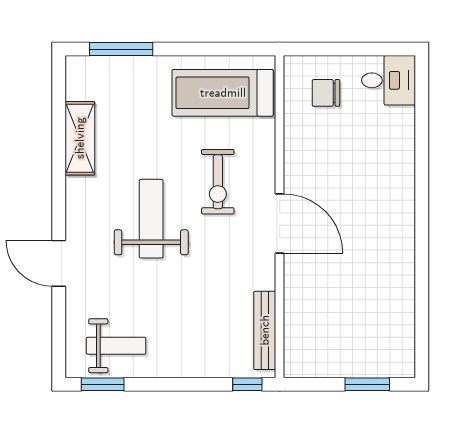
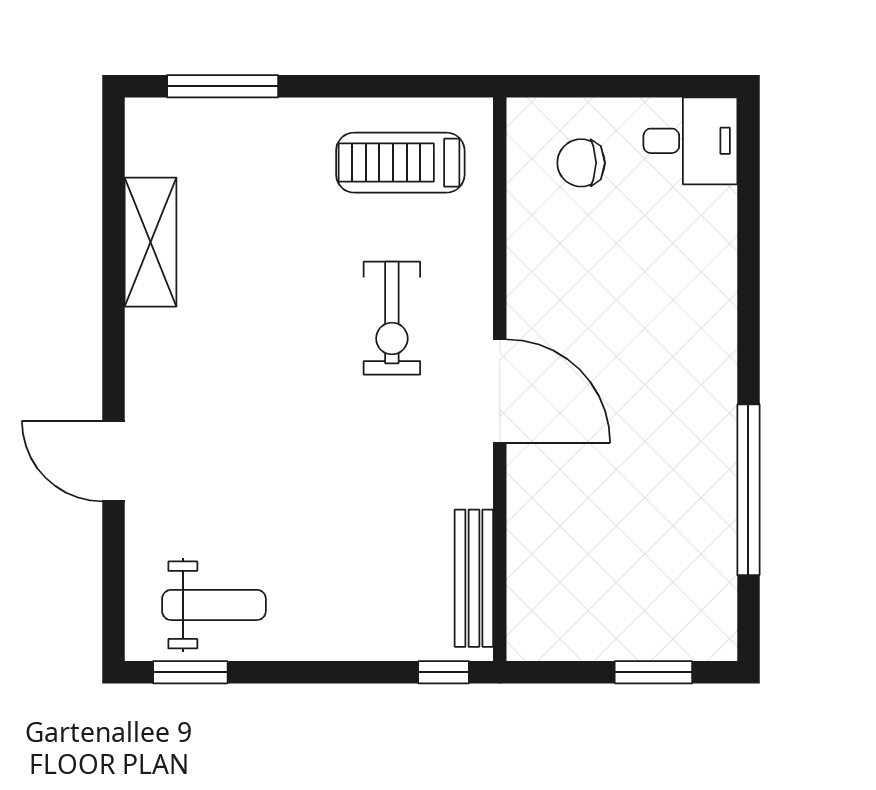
treadmill: (223, 93) -> (400, 163), width x0.73, depth x0.73
weight bench: (151, 219) -> (275, 383), removed
window: (422, 280) -> (748, 490), added

